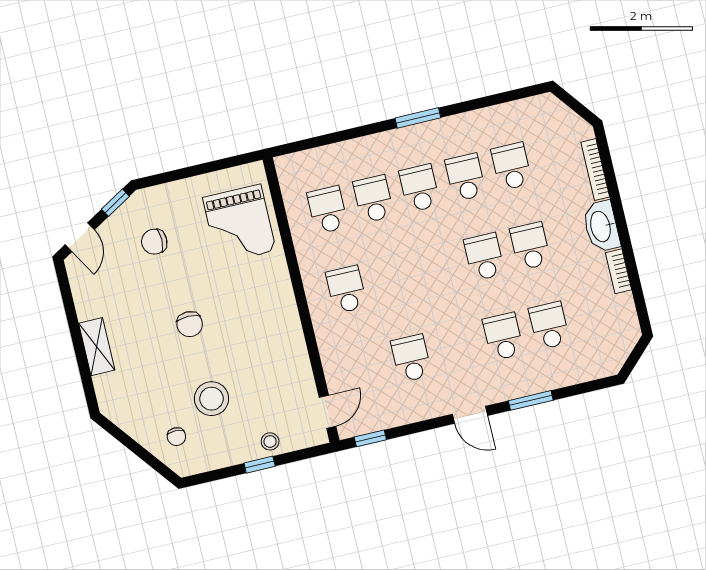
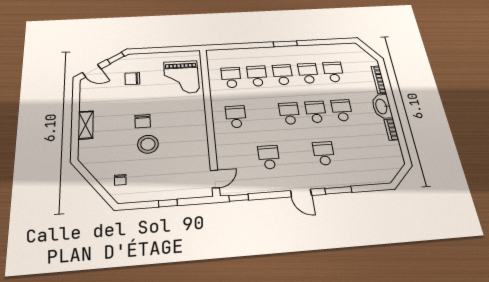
door: (80, 237) -> (92, 71), hinge flipped
school desk: (549, 326) -> (289, 113), moved
stool: (212, 399) -> (148, 144), moved
stool: (270, 441) -> (177, 191), removed

